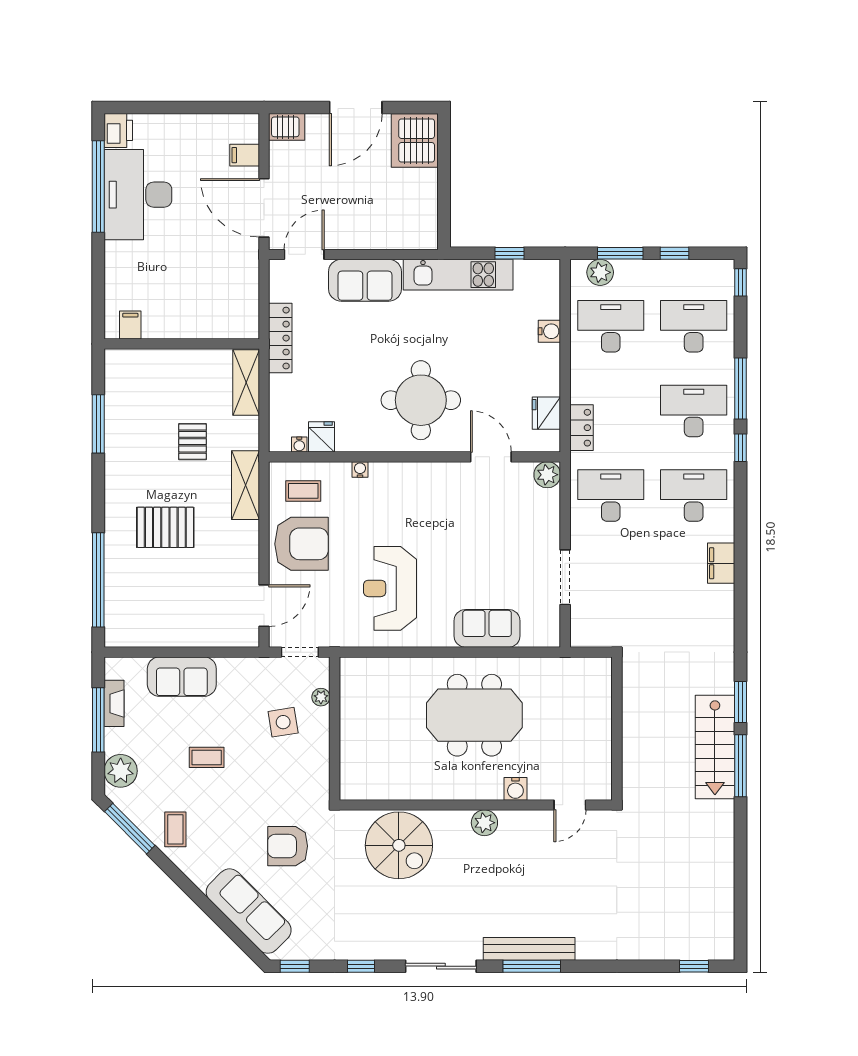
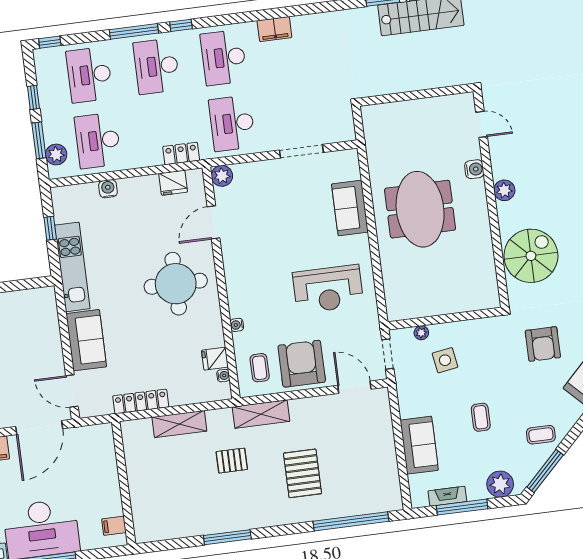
filing cabinet: (130, 325) -> (114, 526), moved
wall: (182, 344) -> (124, 483), moved

